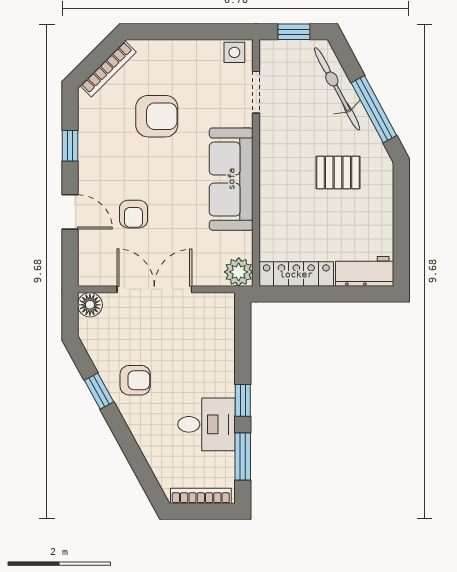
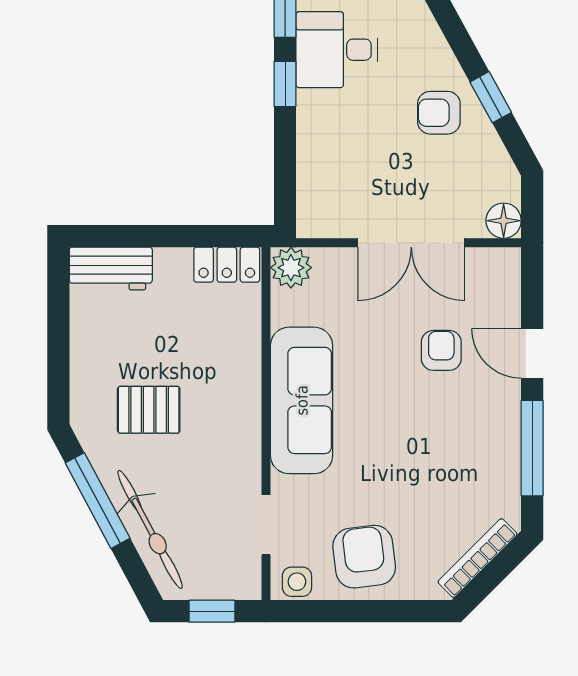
armchair: (157, 116) -> (364, 557), moved, turned 83
window: (70, 146) -> (532, 448), width x2.17
locker: (296, 274) -> (227, 265), width x0.66

